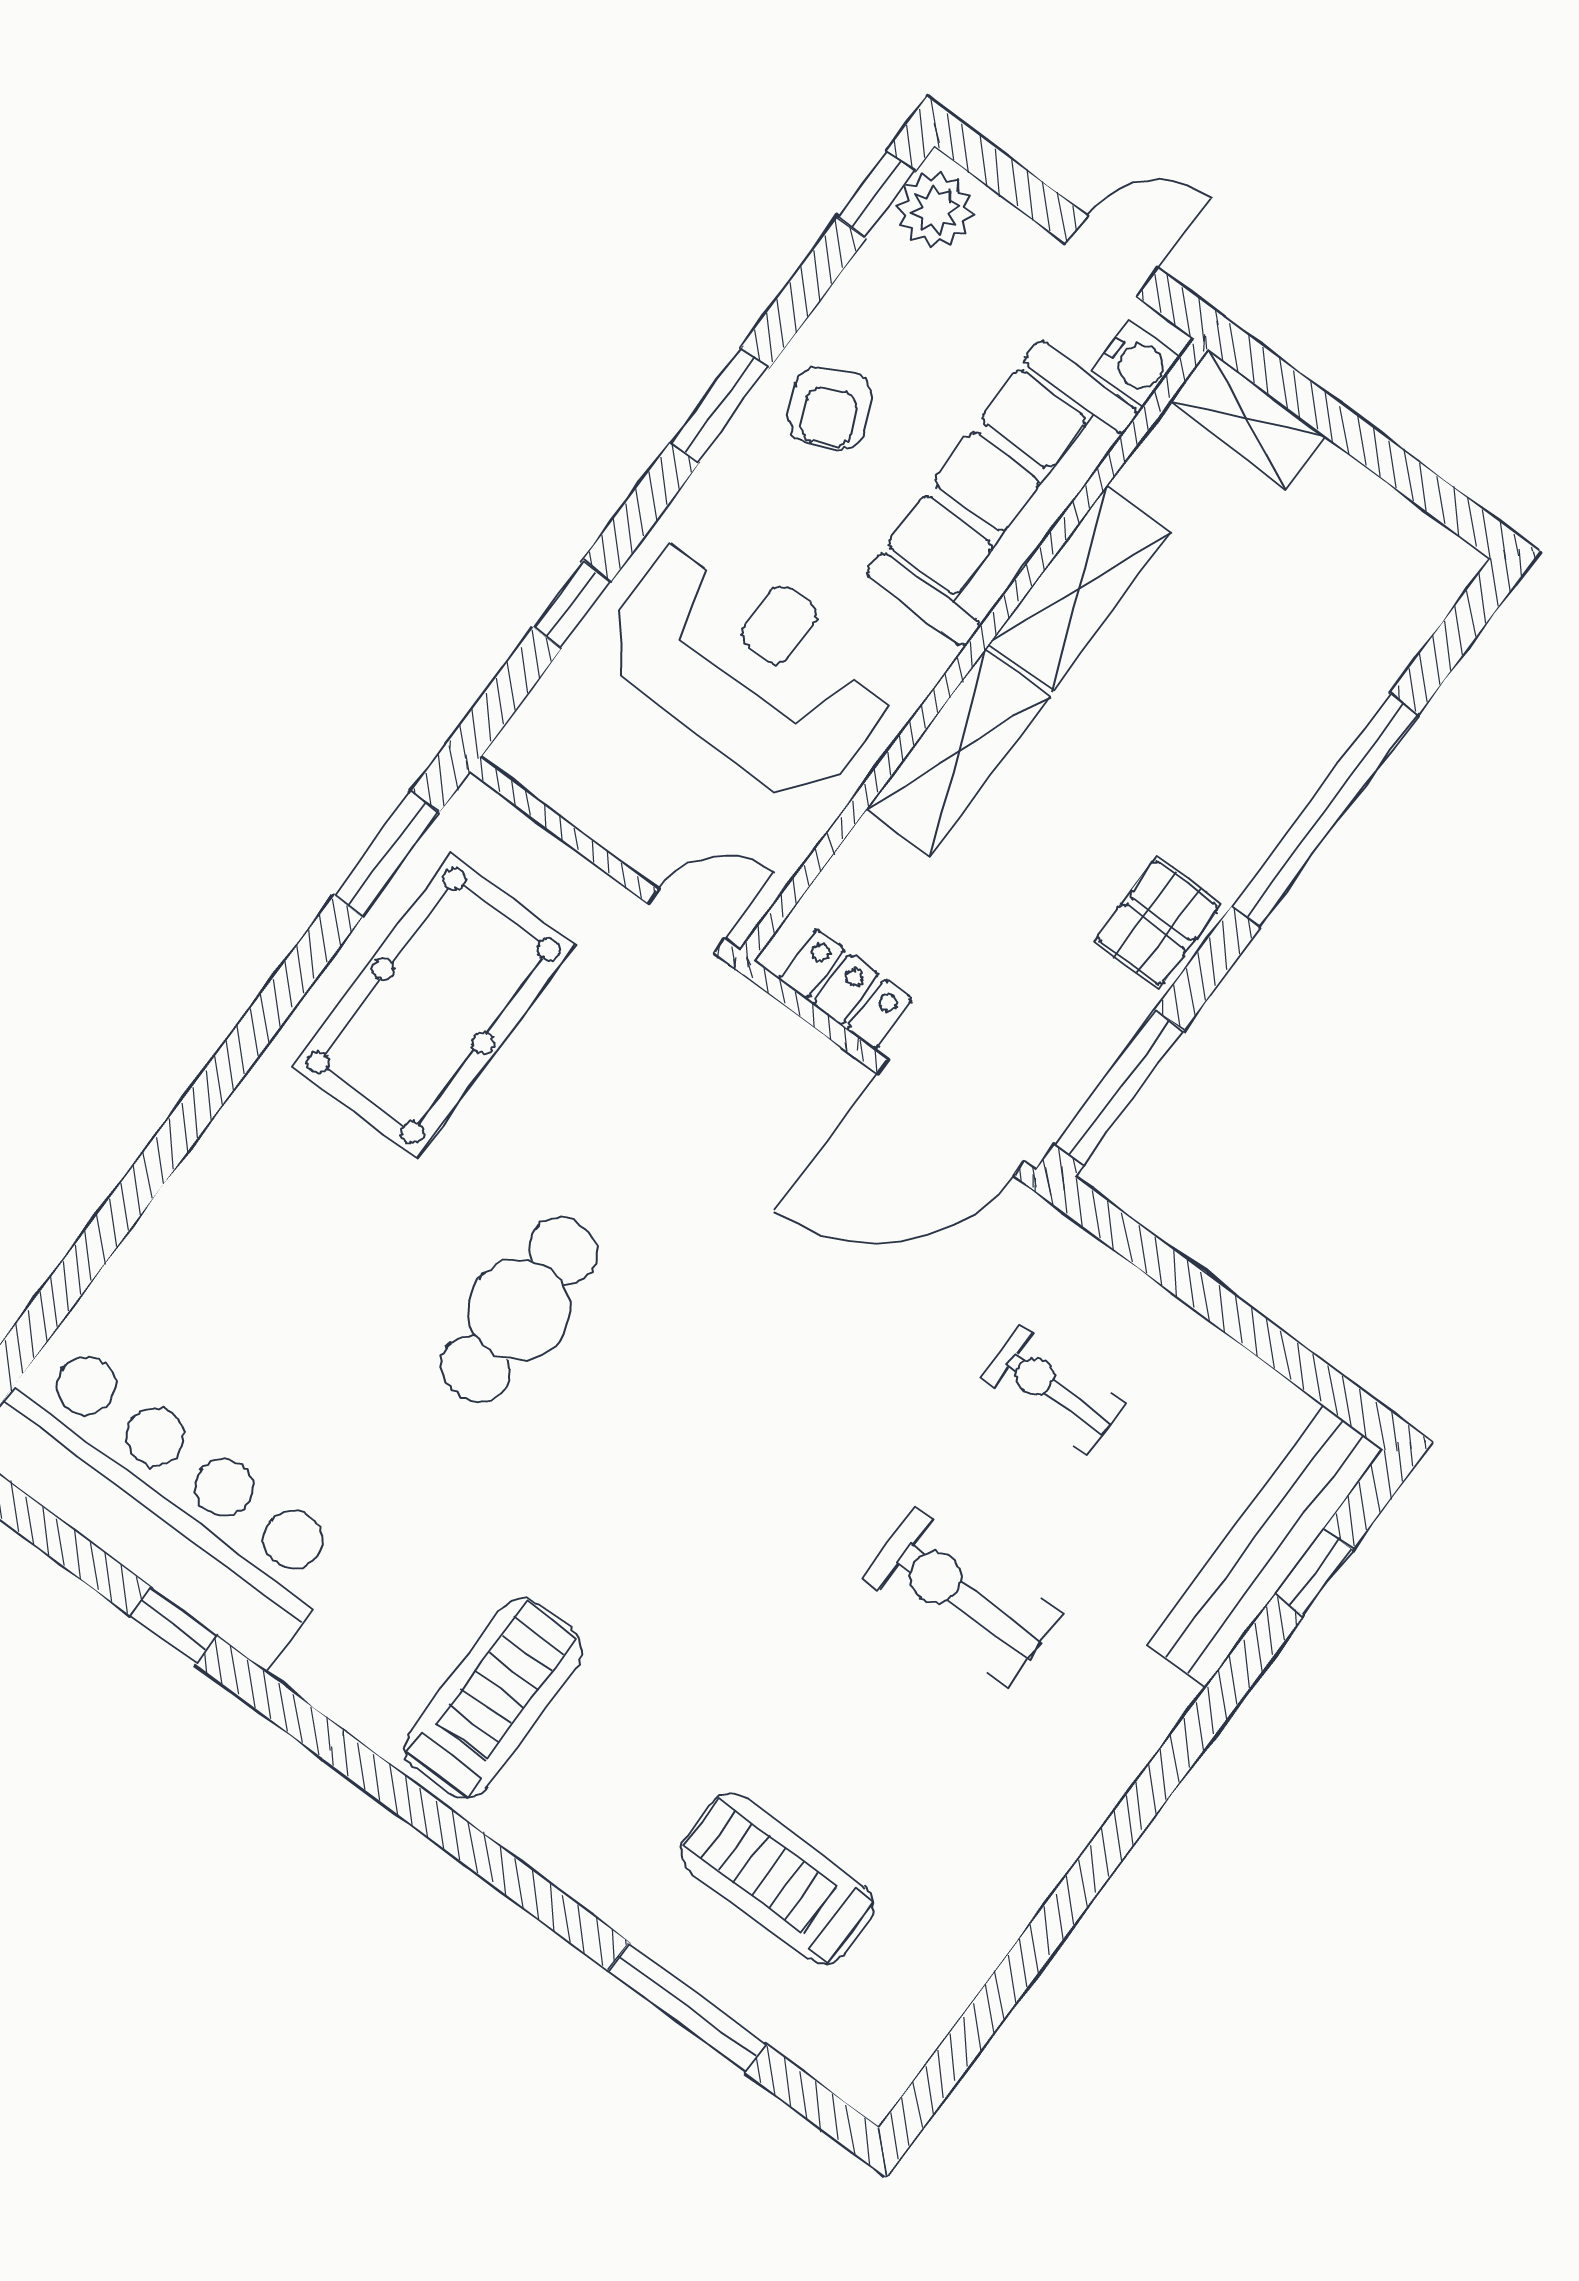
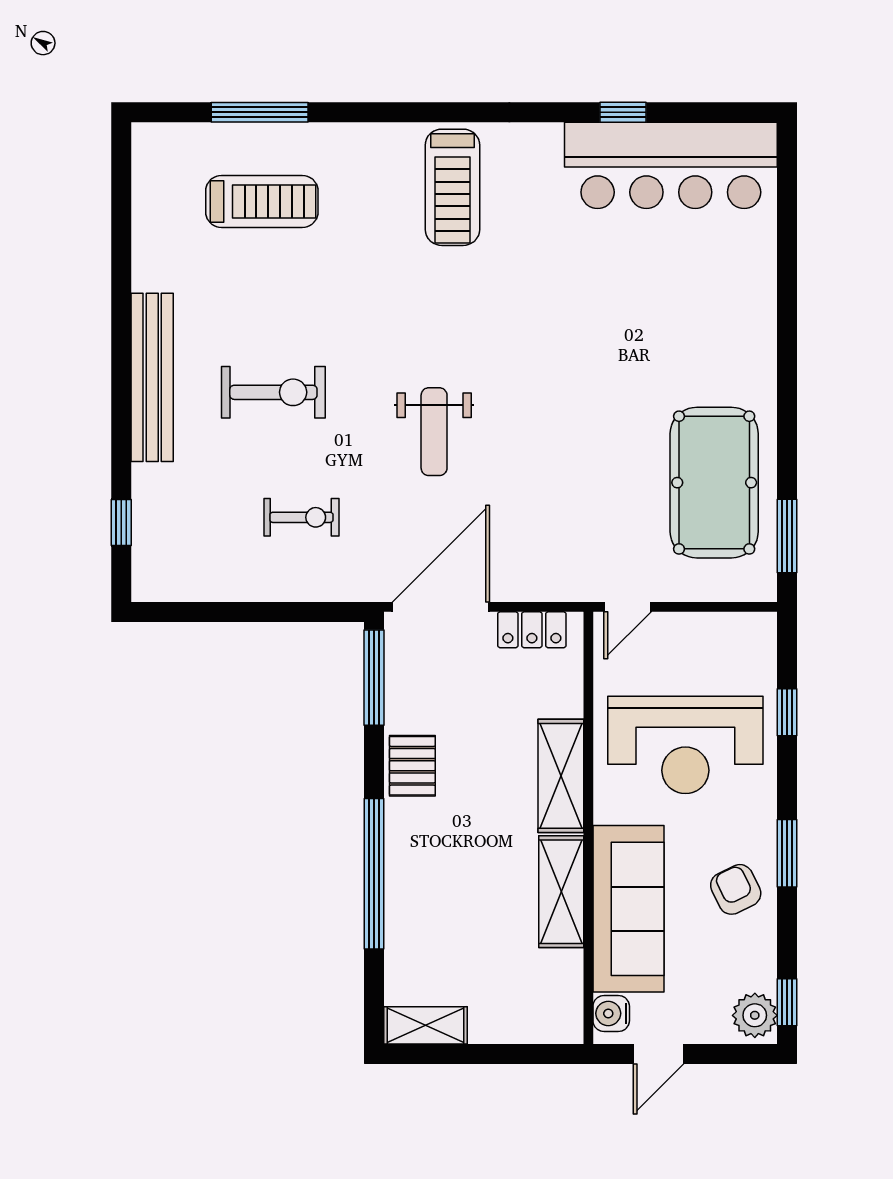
shelving: (1247, 419) -> (426, 1025), moved
cafe table: (519, 1310) -> (572, 373), removed
weight bench: (776, 1372) -> (434, 432), added
bench: (1265, 1546) -> (152, 377), moved

